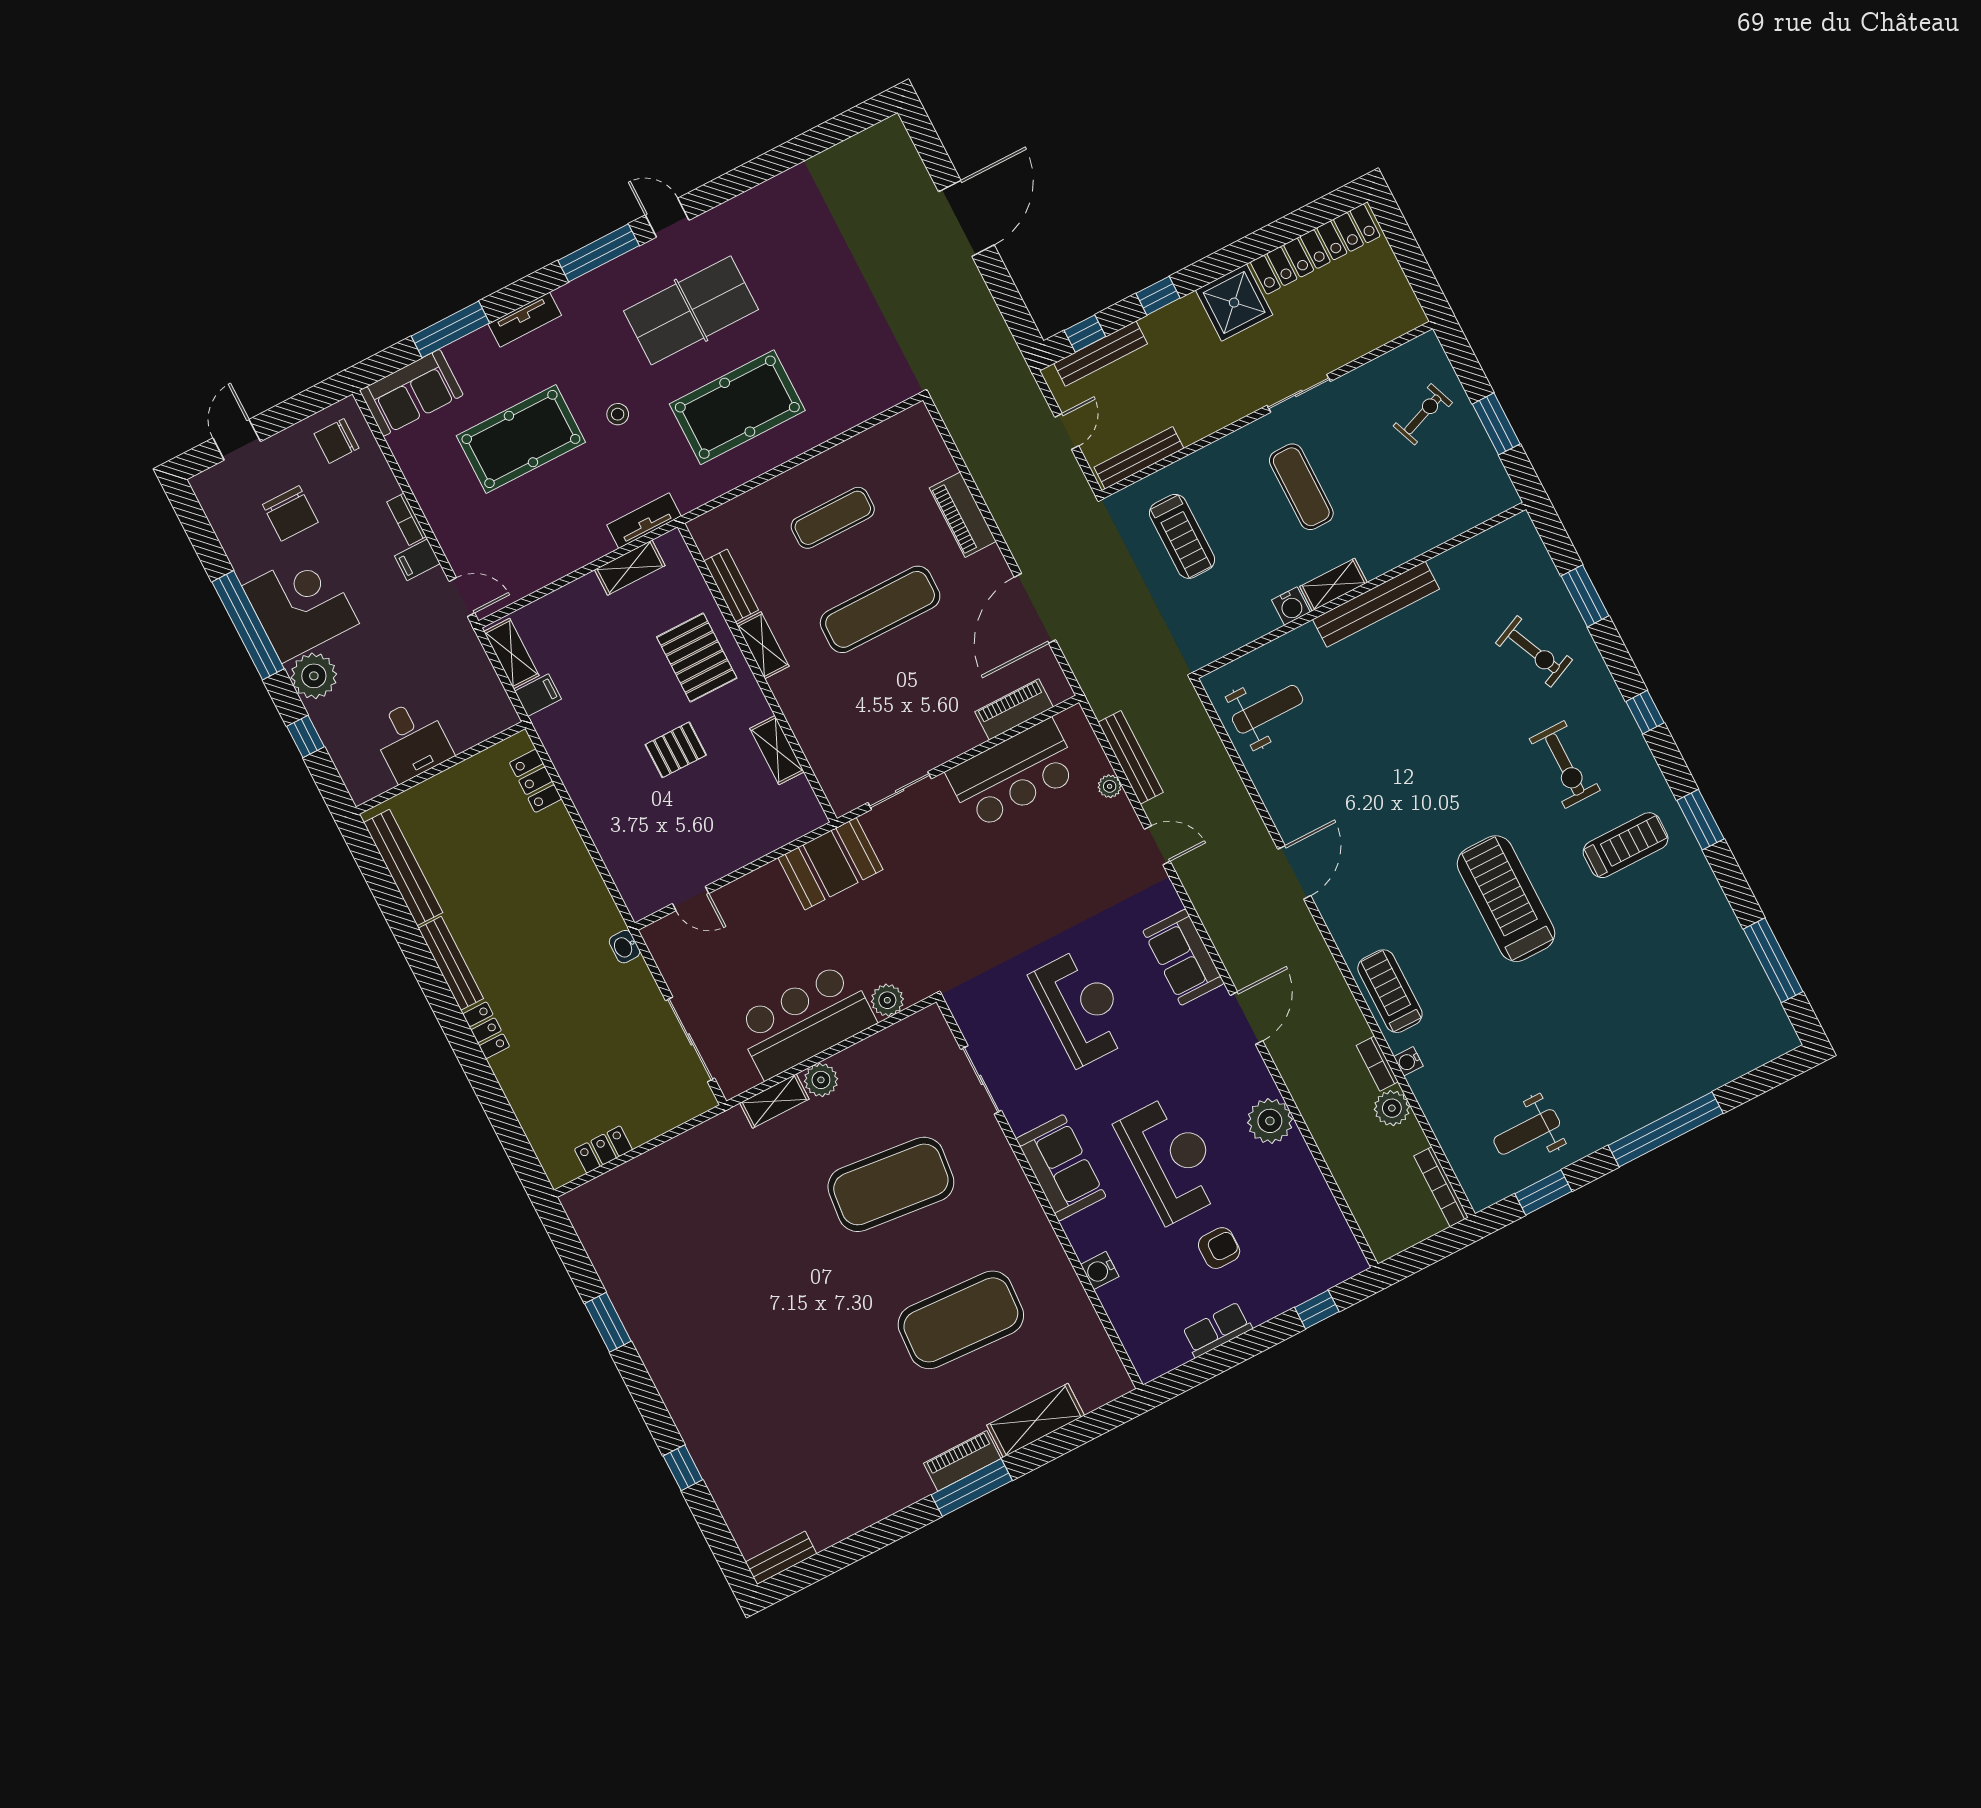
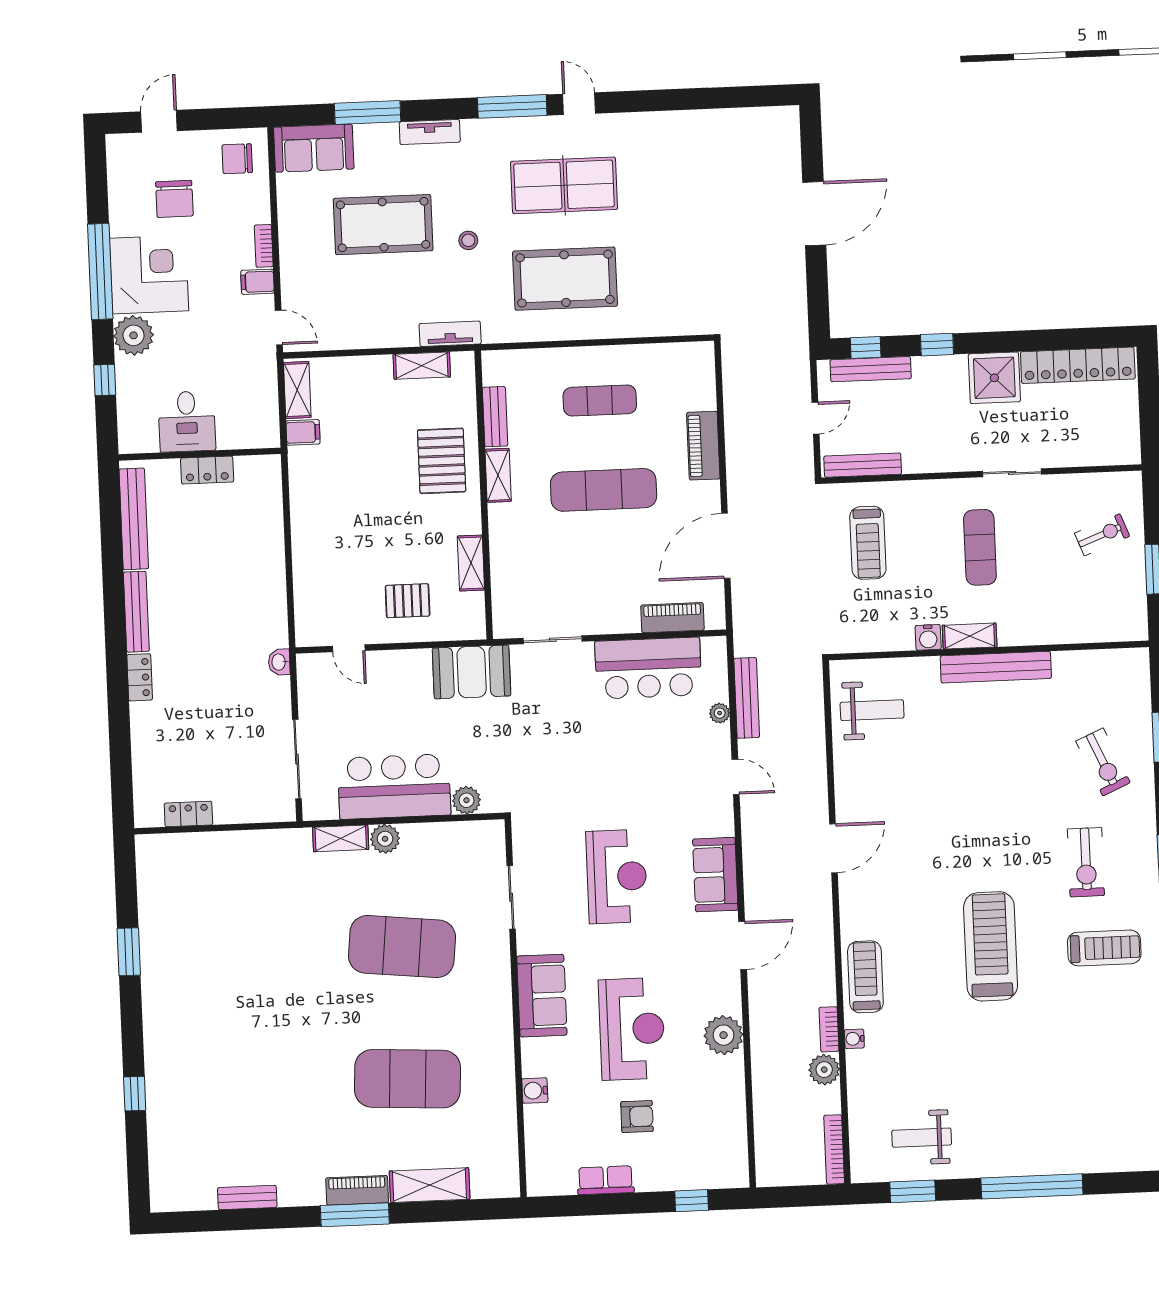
pallet: (676, 750) -> (408, 601), moved
locker: (536, 781) -> (207, 470), moved, turned -90
bench: (781, 1558) -> (247, 1198), moved

